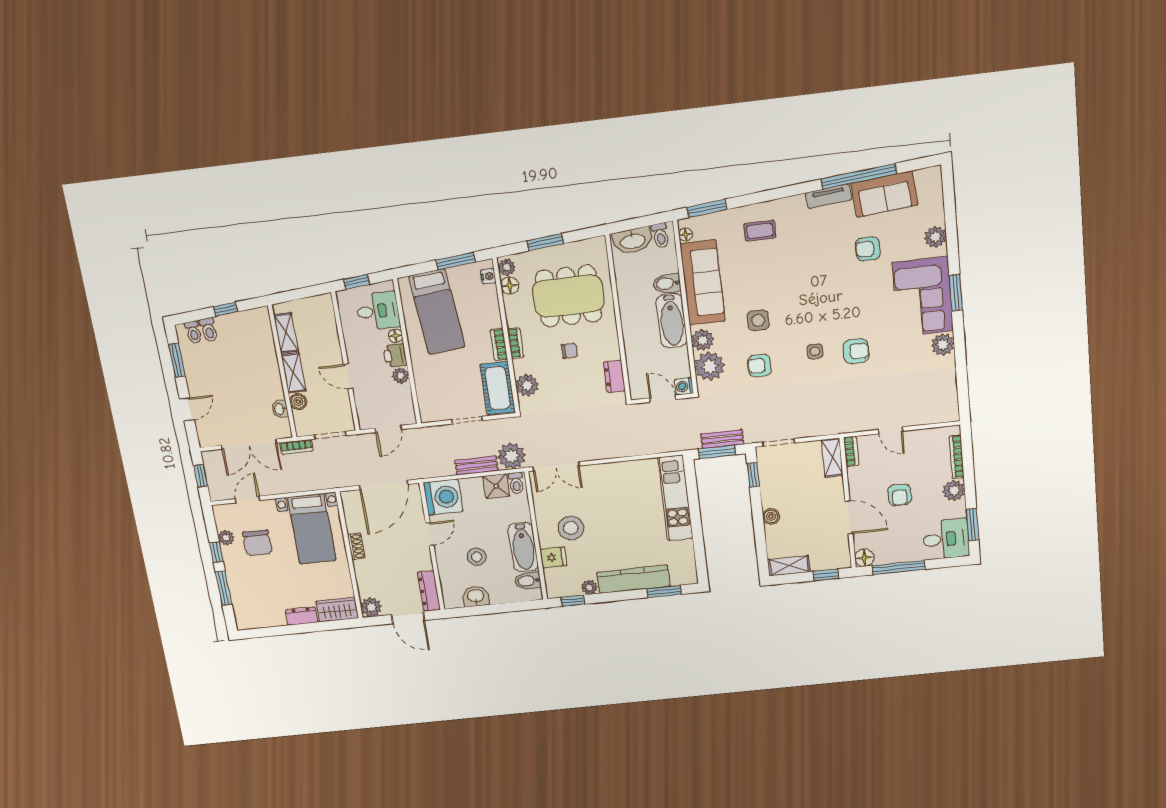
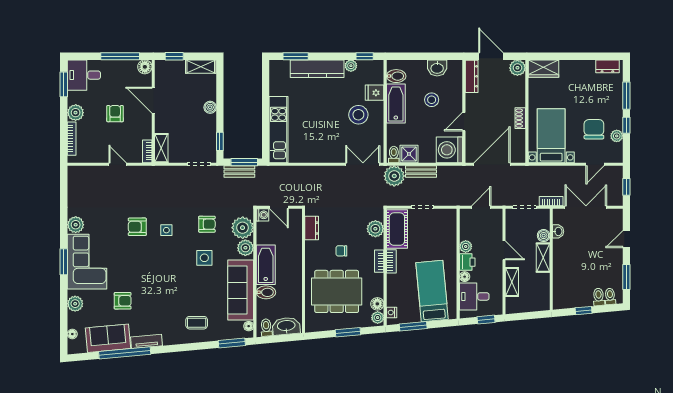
floor lamp: (936, 194) -> (72, 334), added
shelving: (286, 333) -> (512, 282), moved
dresser: (302, 616) -> (607, 66), moved

